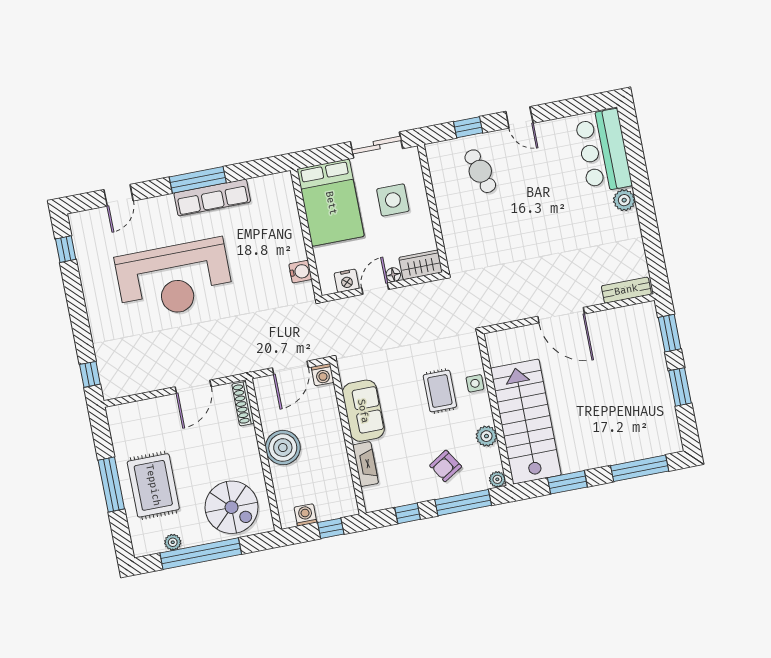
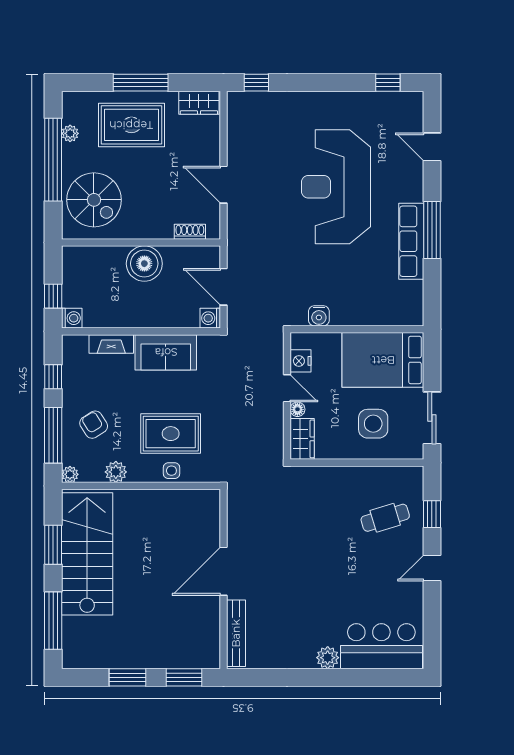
bench: (626, 290) -> (236, 633), width x1.36
rug: (440, 391) -> (171, 434), width x1.36, depth x1.43
shoe rack: (243, 404) -> (190, 232), width x0.70
stairs: (526, 422) -> (87, 554), moved, turned -90
wardrobe: (120, 425) -> (199, 103), added
spiral stairs: (232, 507) -> (94, 200), turned -90
washing machine: (305, 515) -> (72, 318), moved

